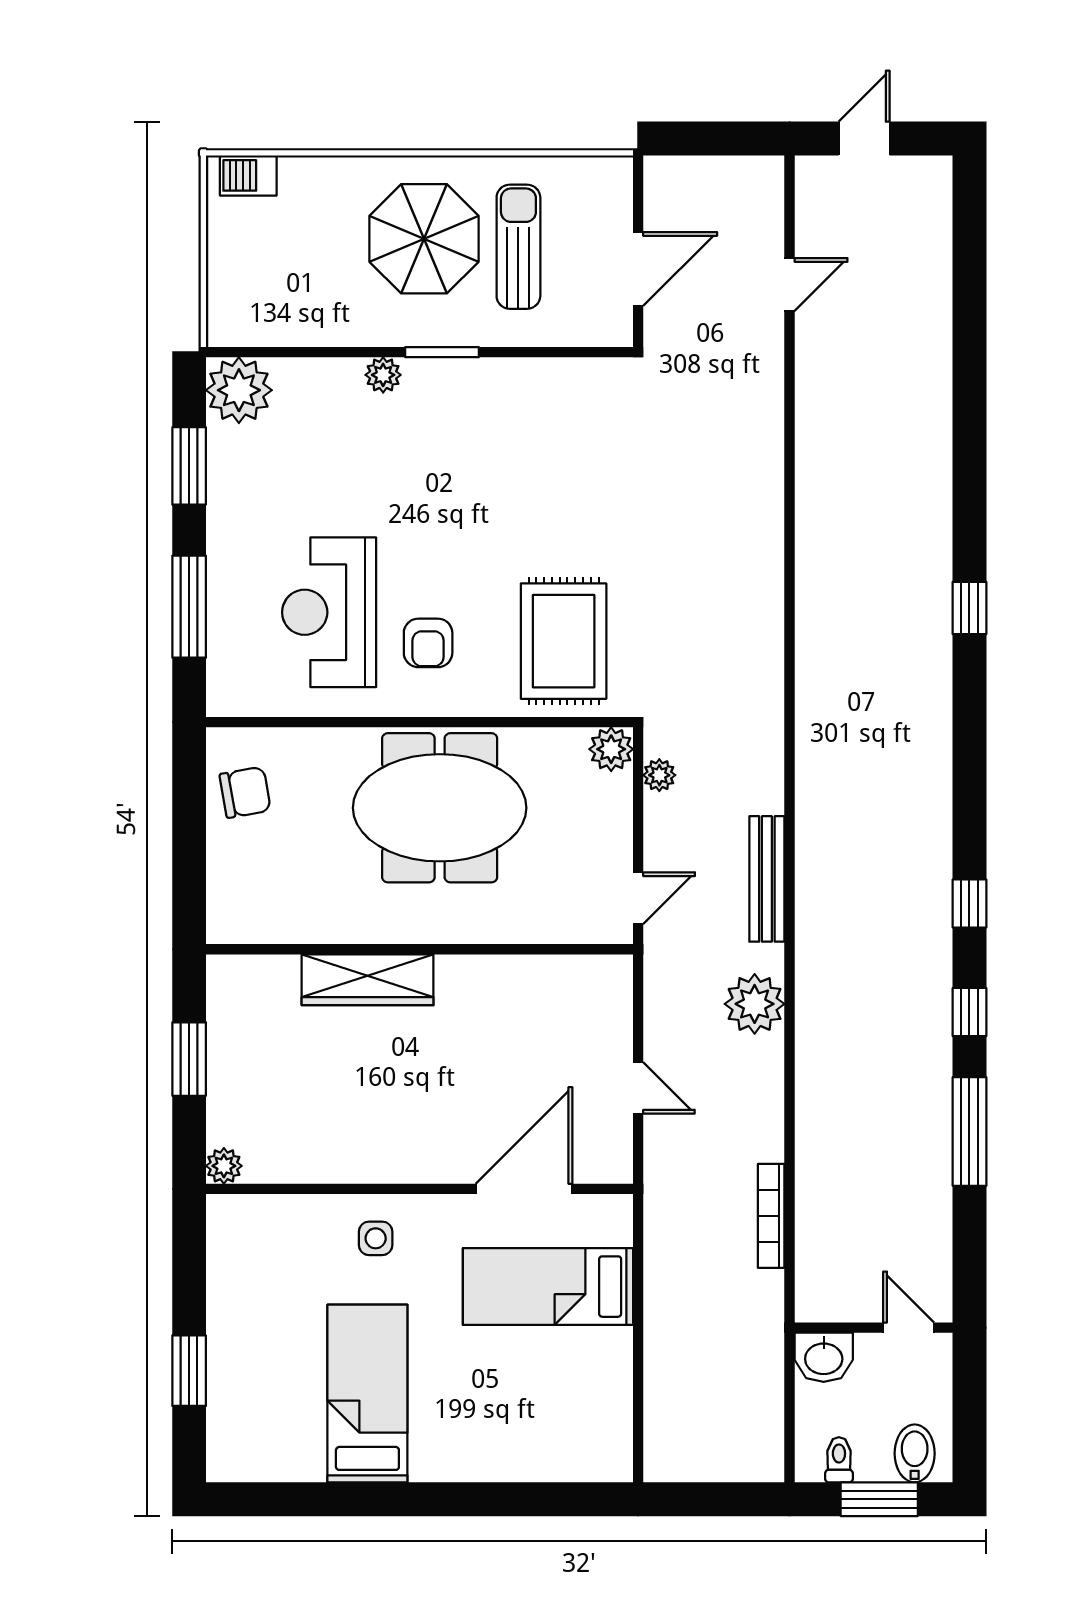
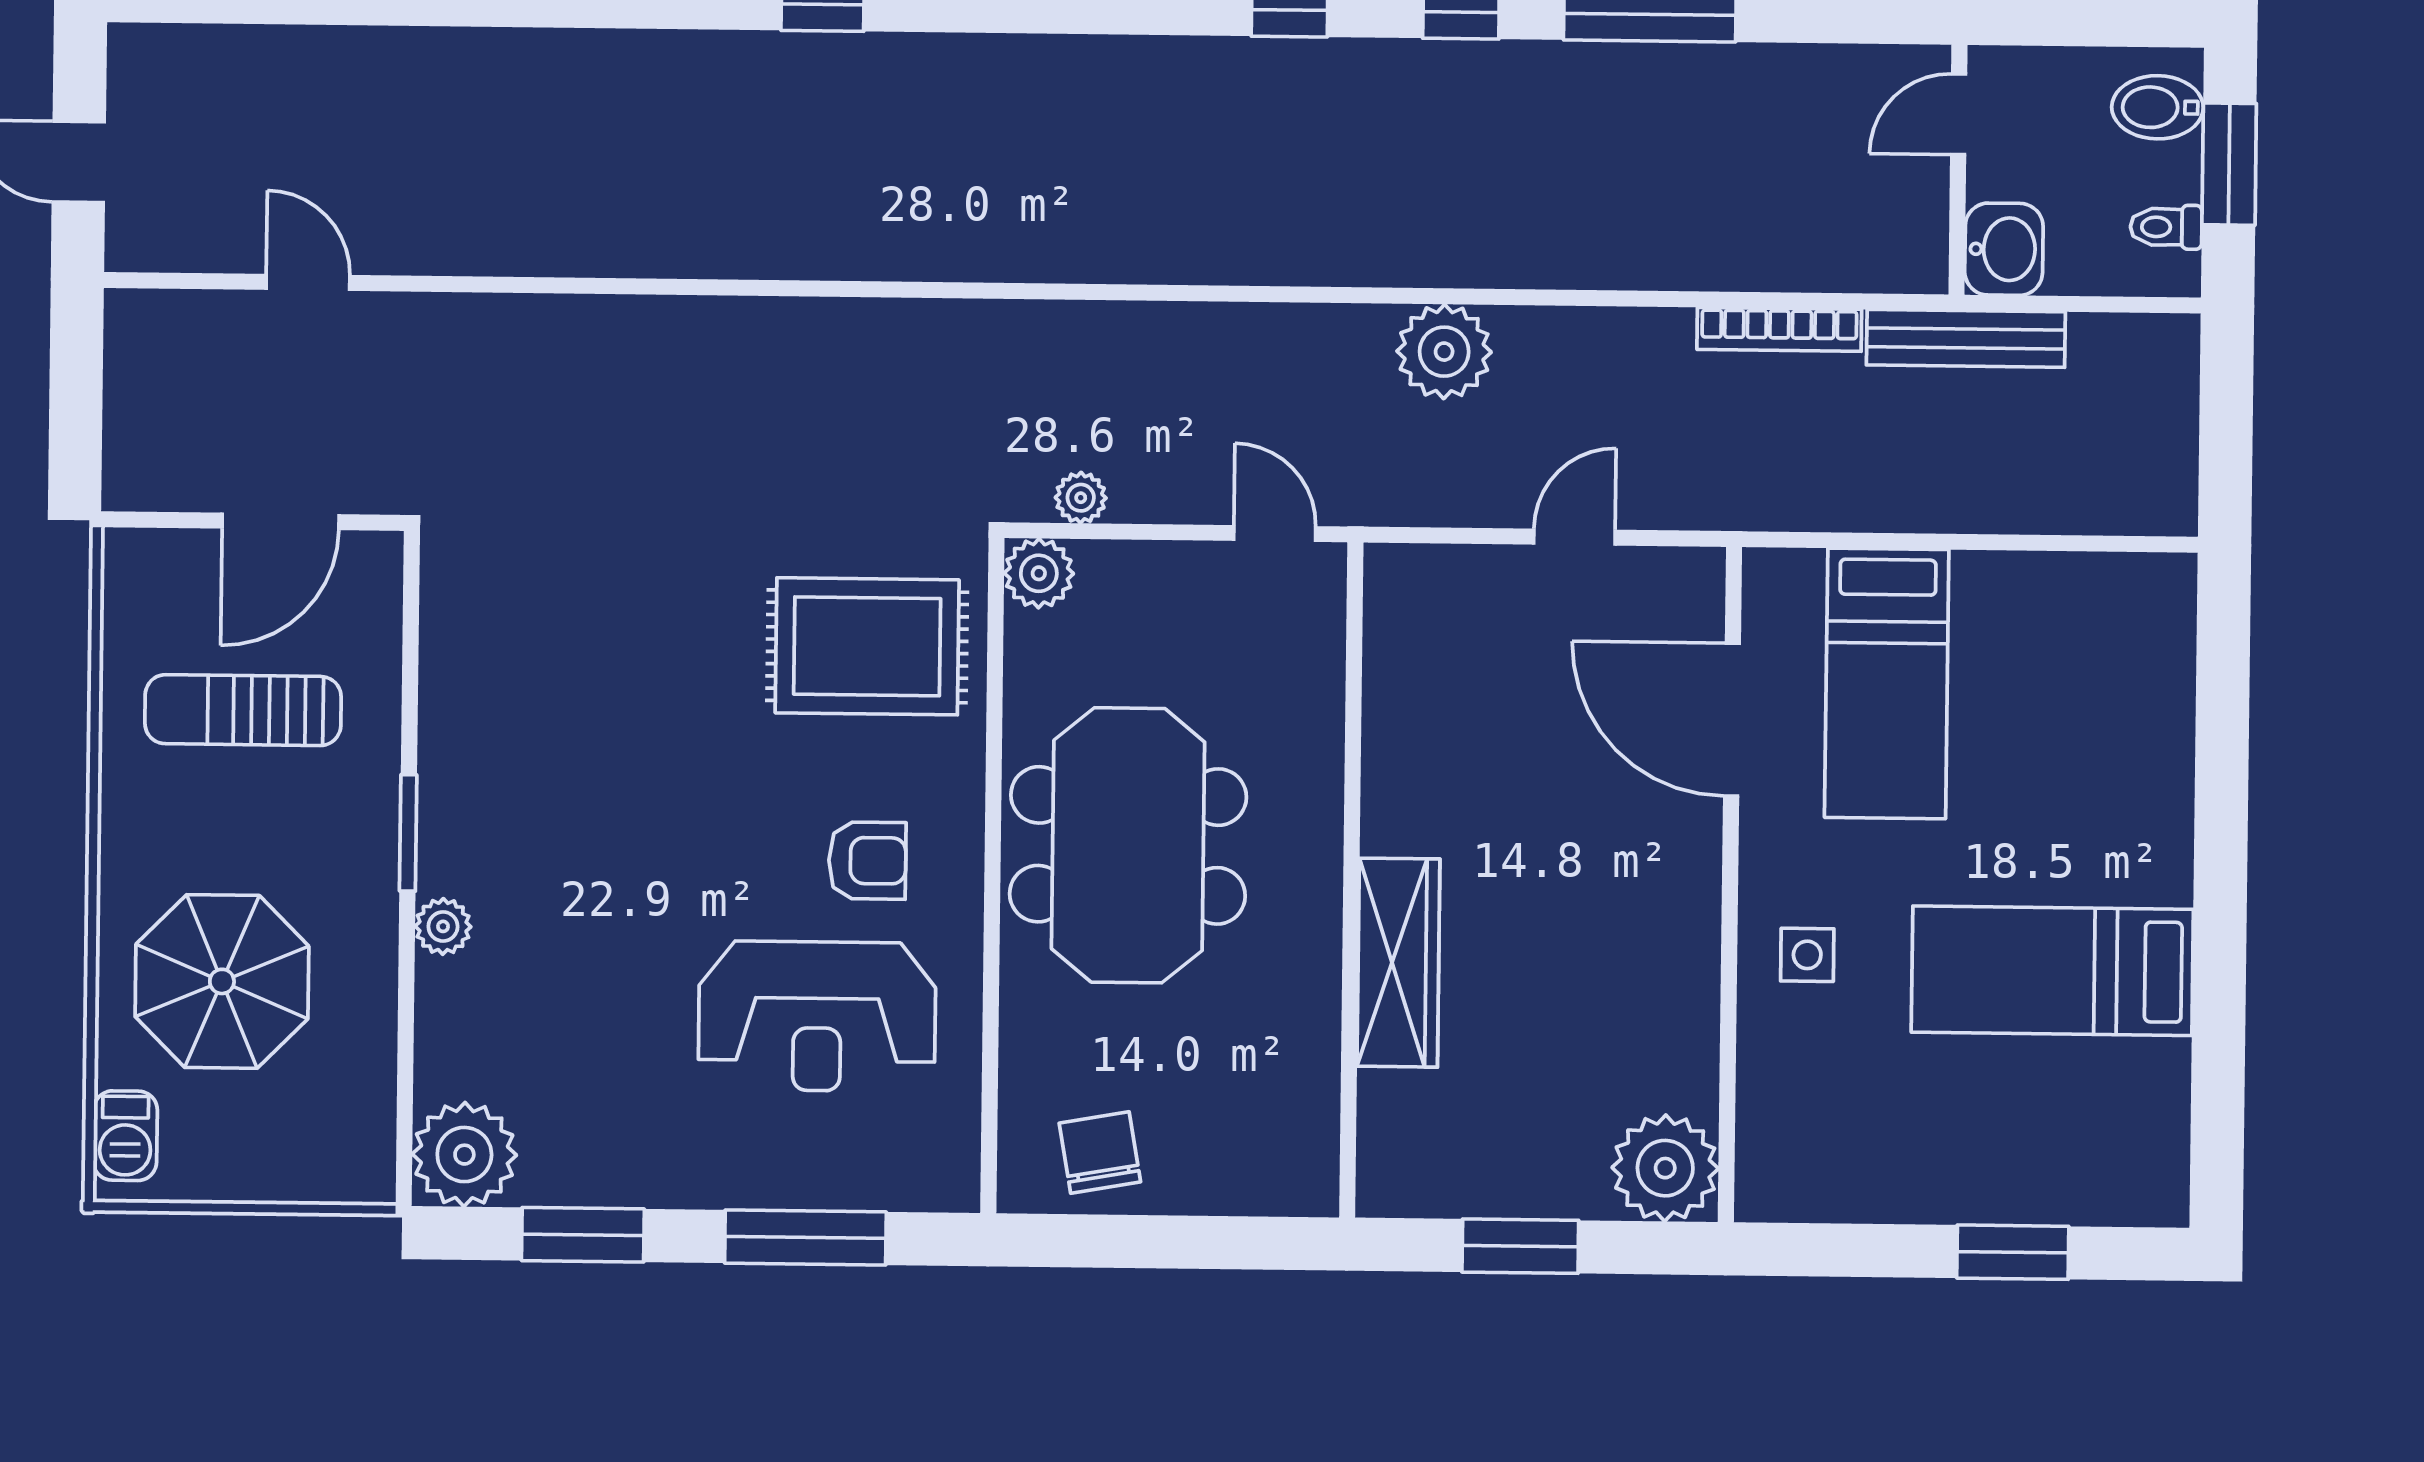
parasol: (424, 239) -> (222, 981), moved
door: (638, 269) -> (281, 521), swing flipped
bench: (767, 879) -> (1966, 338), moved
plant: (224, 1166) -> (1665, 1168), width x1.88, depth x1.88

